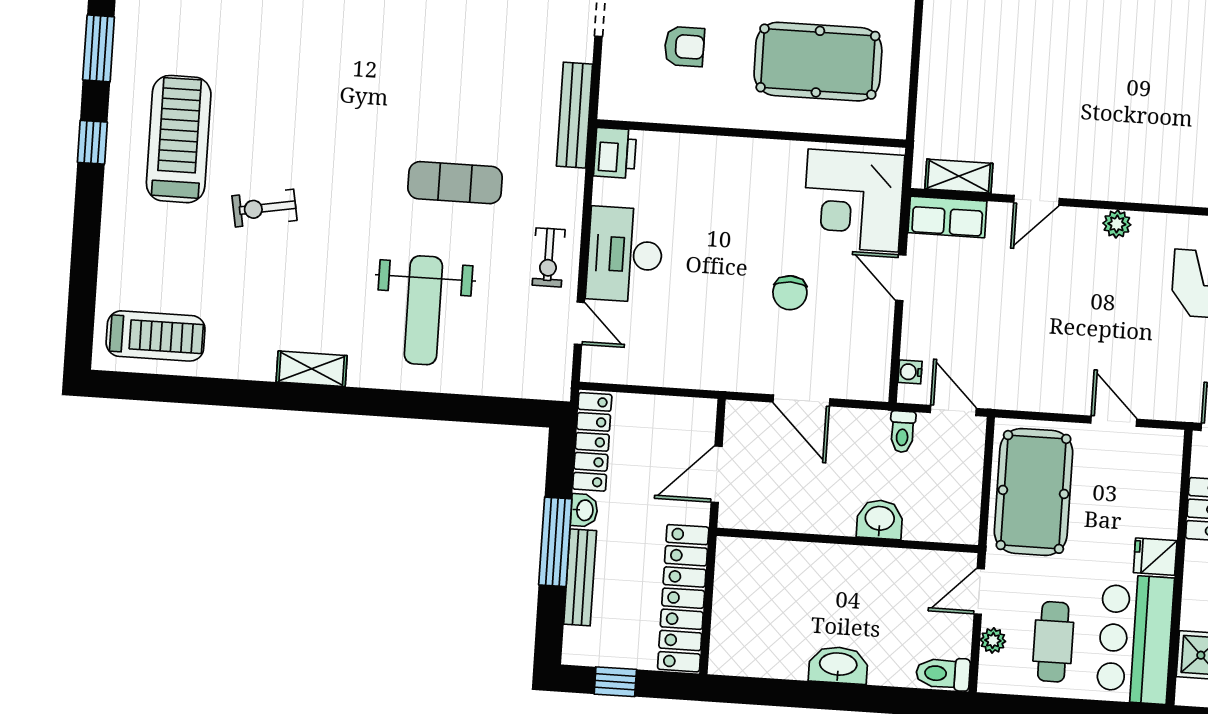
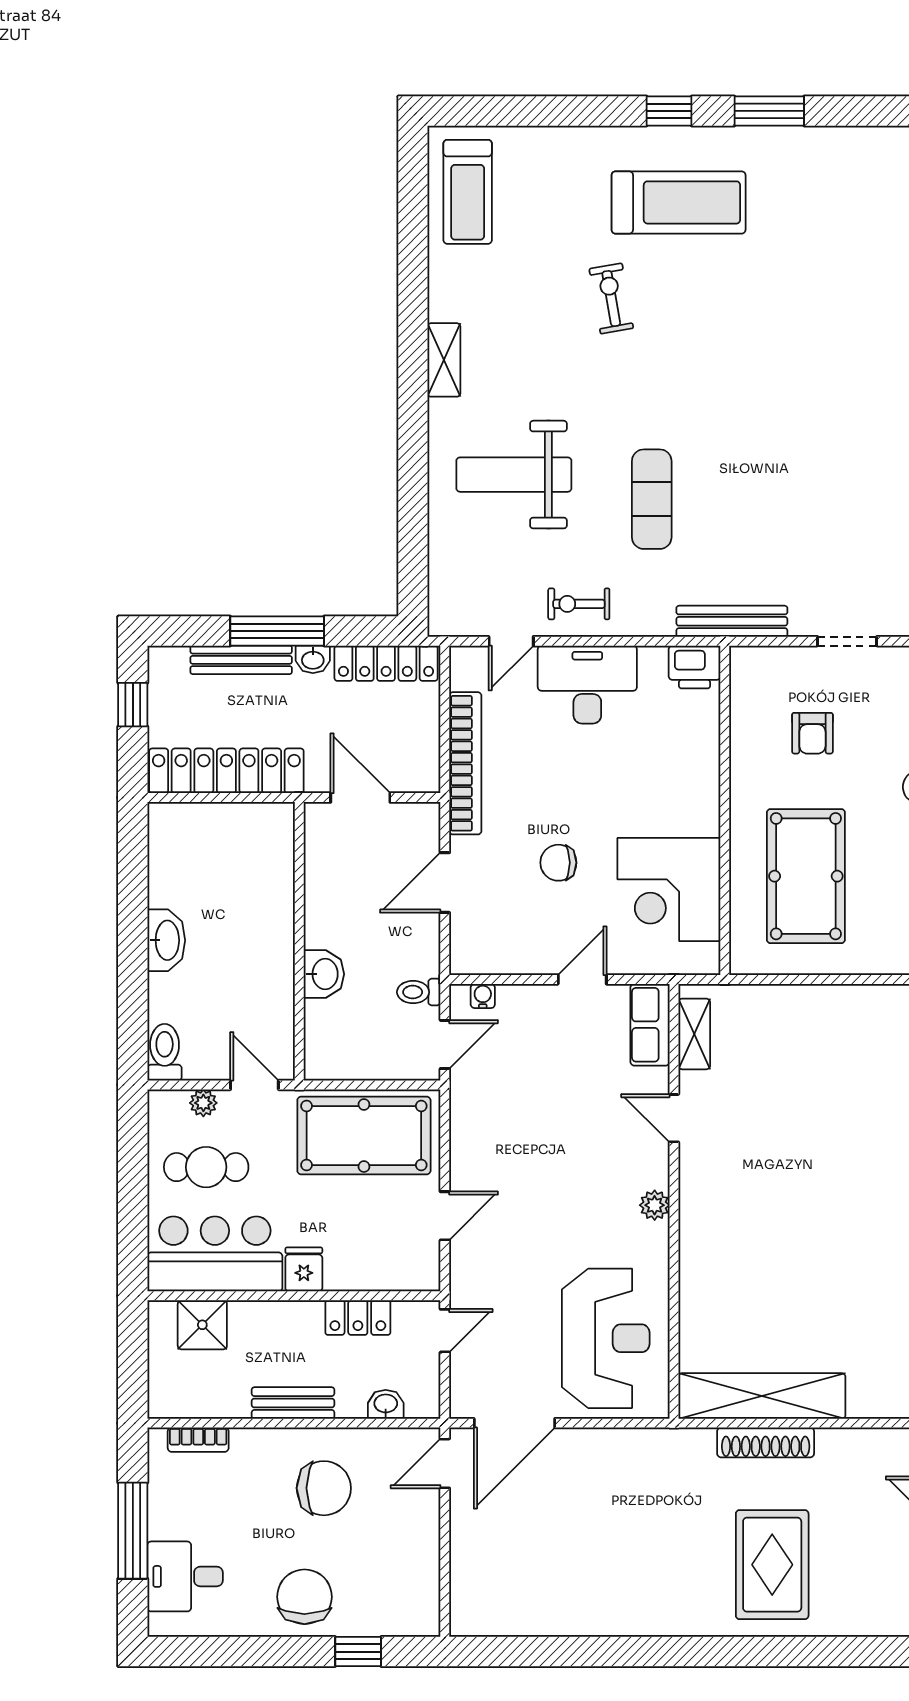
corner desk: (853, 201) -> (669, 890), moved, turned -90
bookcase: (691, 374) -> (465, 763), added

